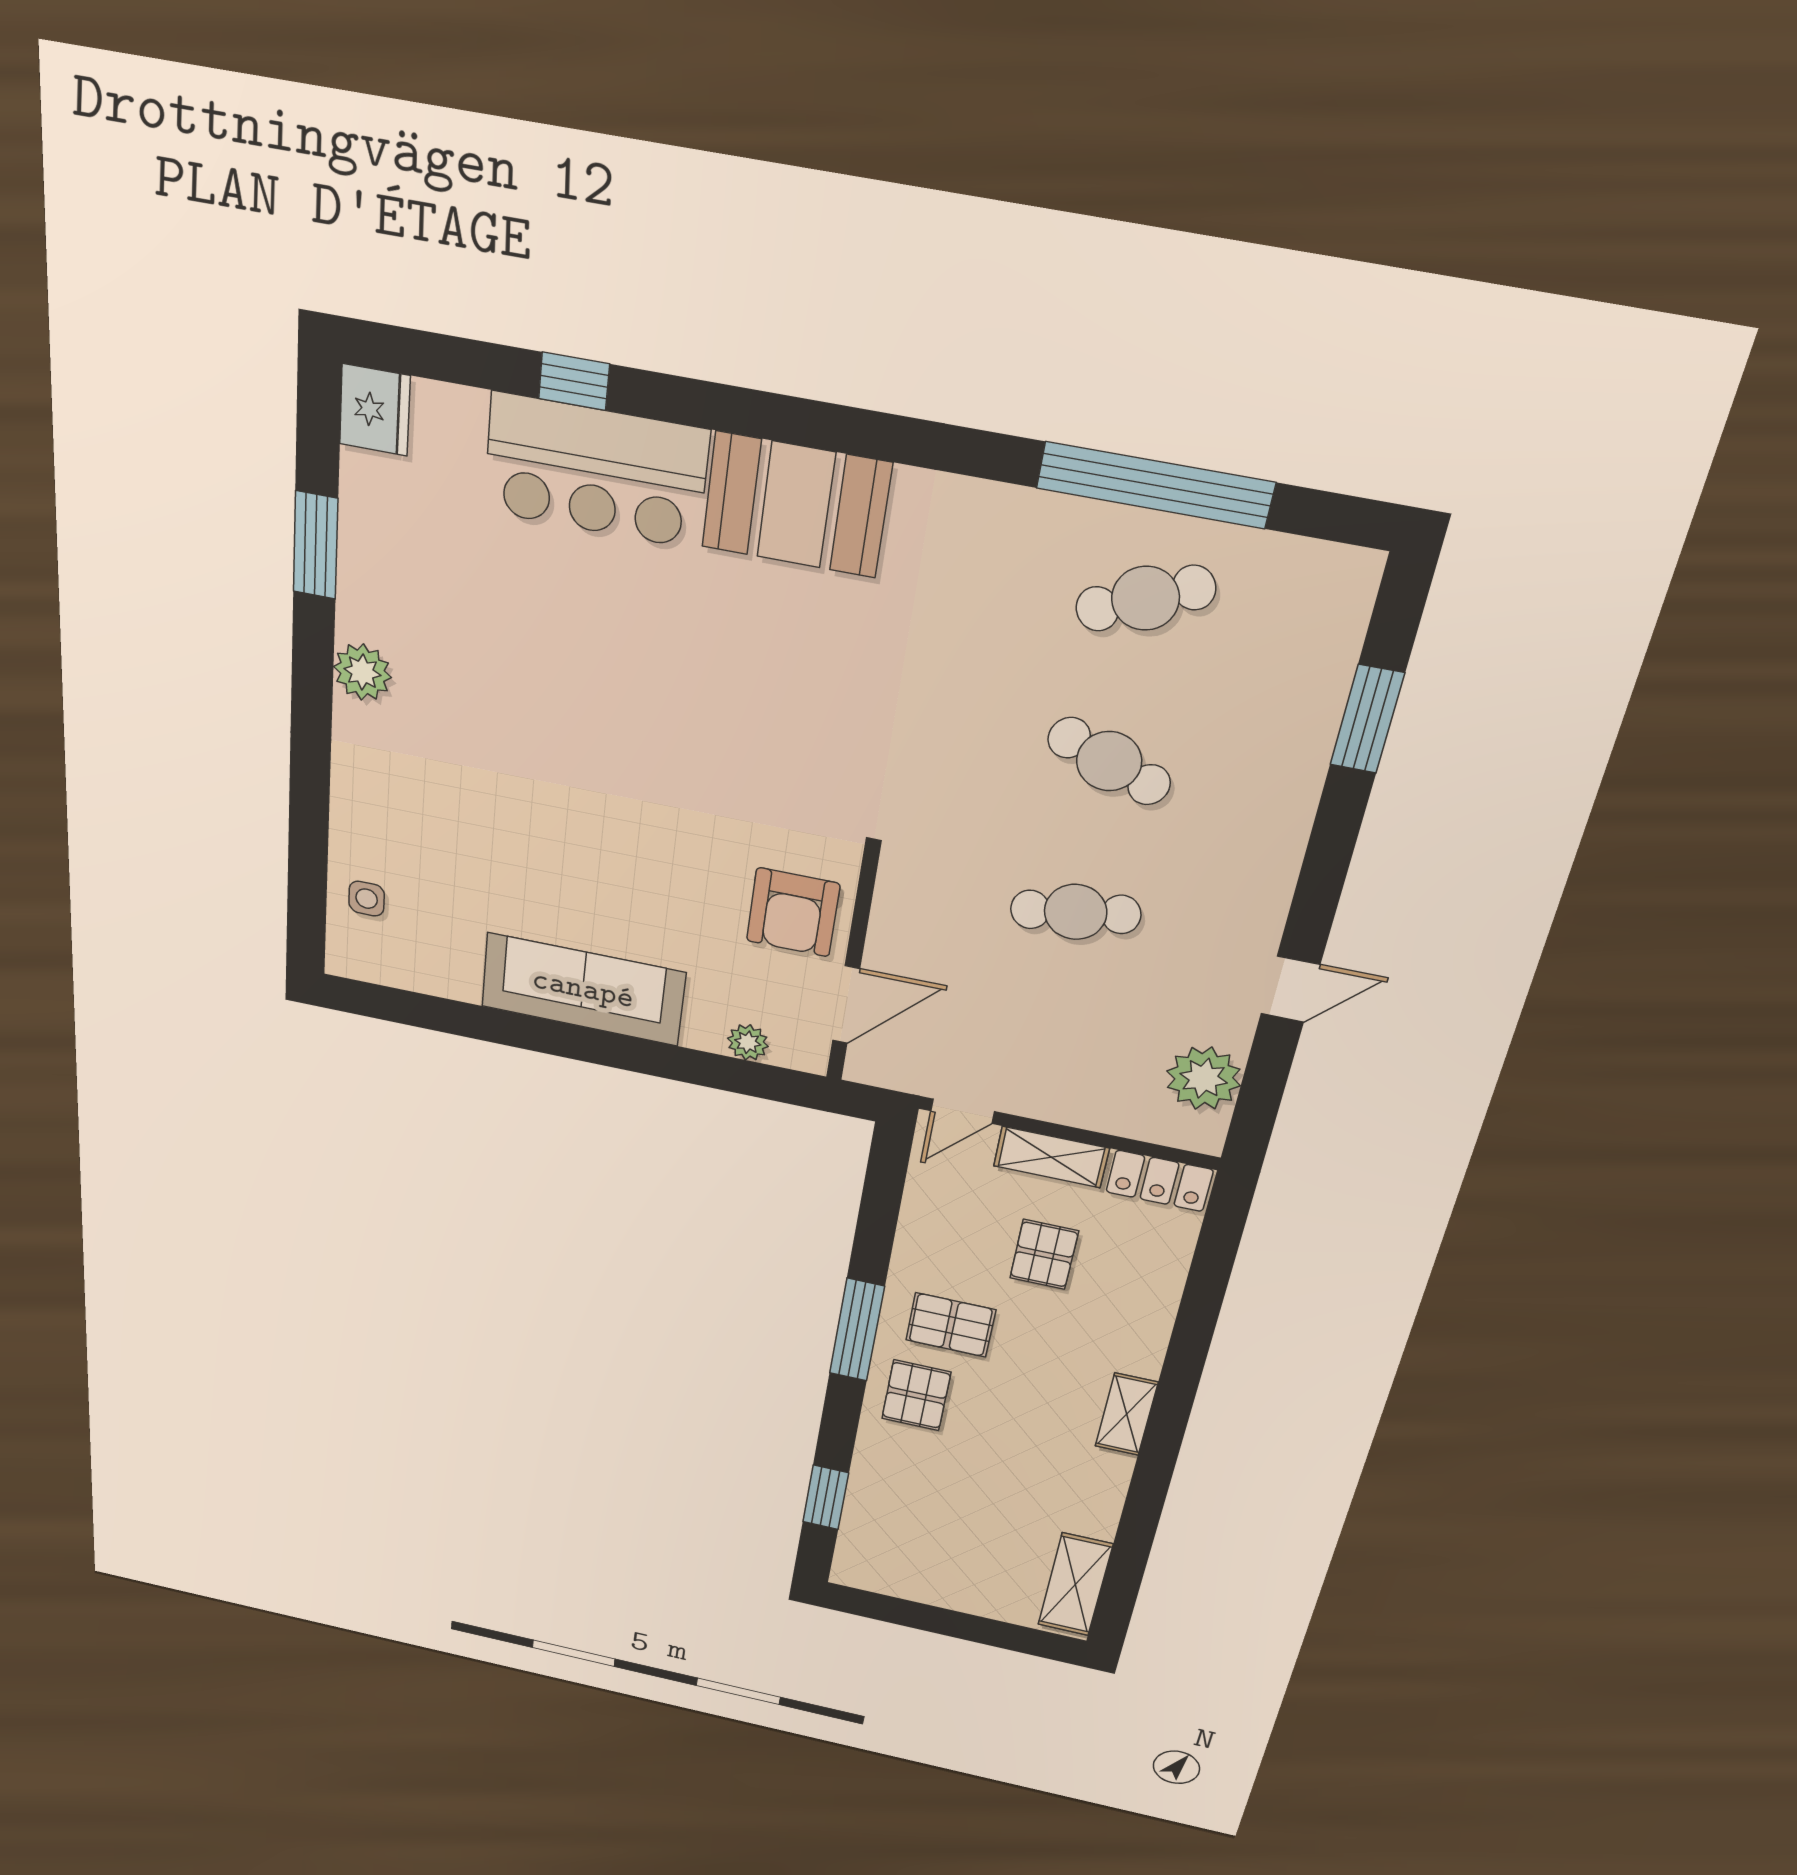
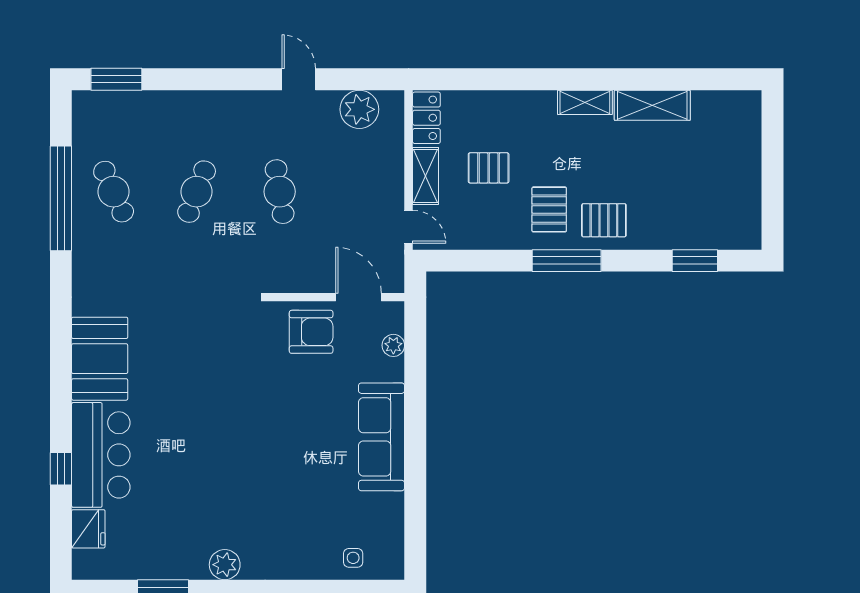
fridge: (375, 410) -> (88, 529), moved, turned 90
window: (1367, 719) -> (116, 79), moved
shelving: (1075, 1585) -> (652, 105), moved

